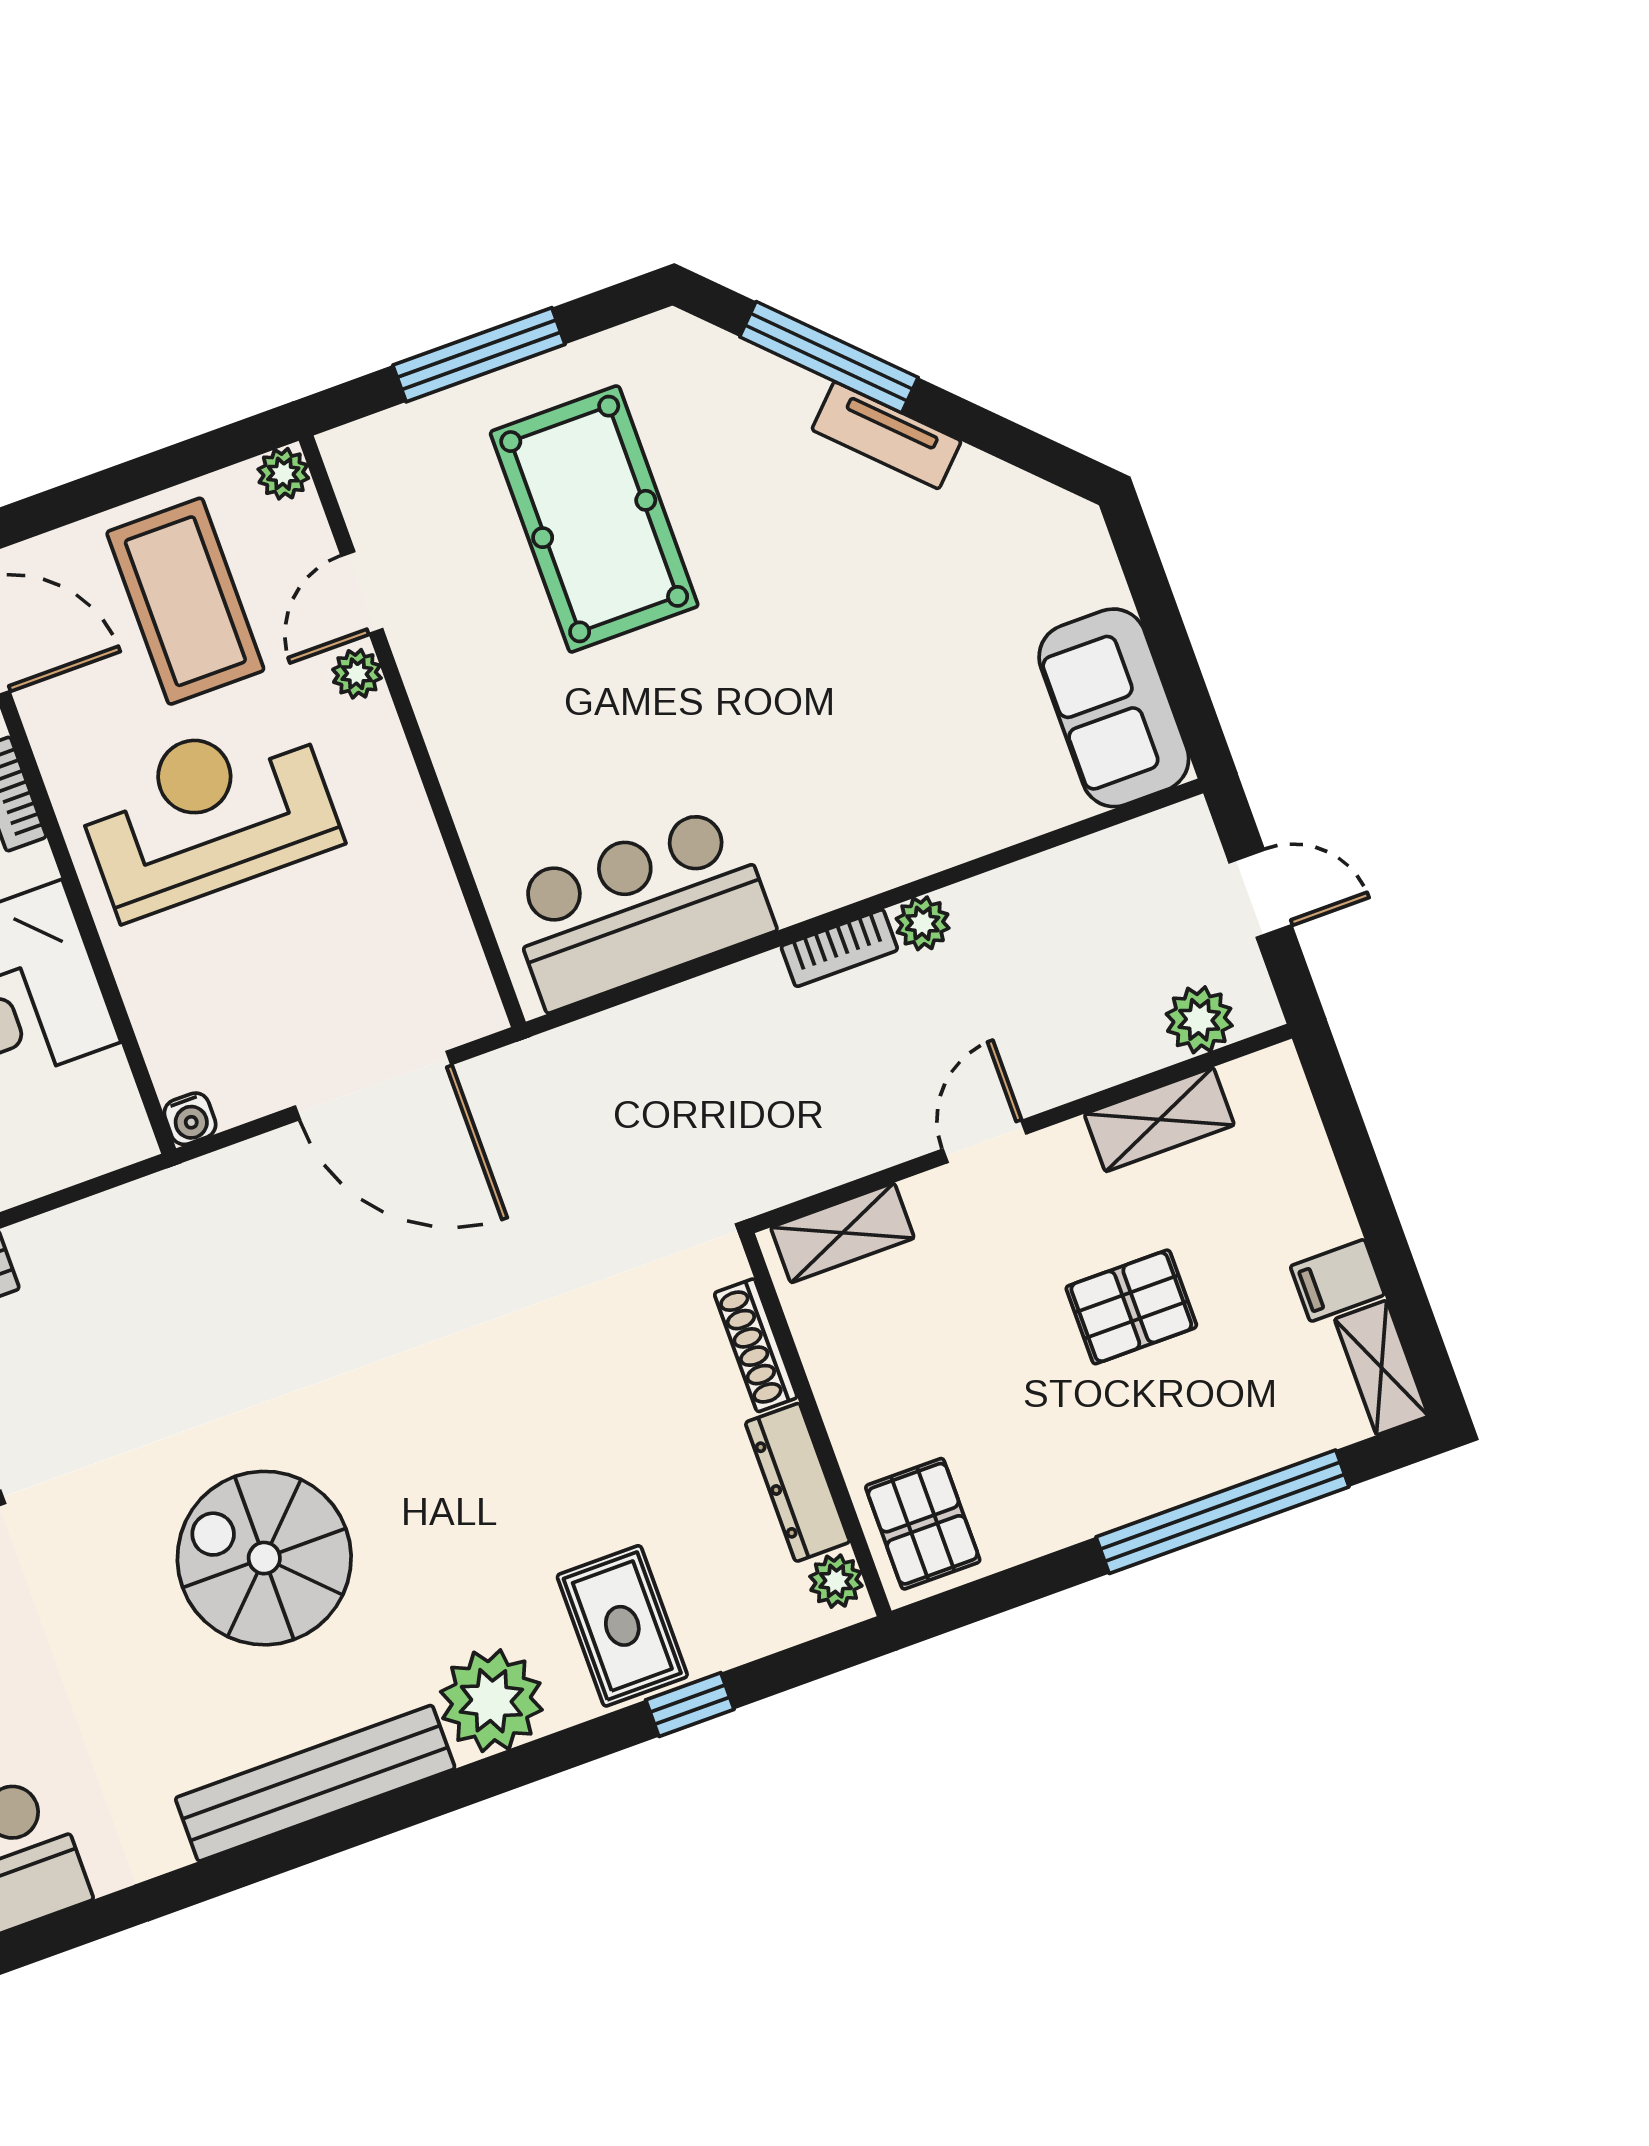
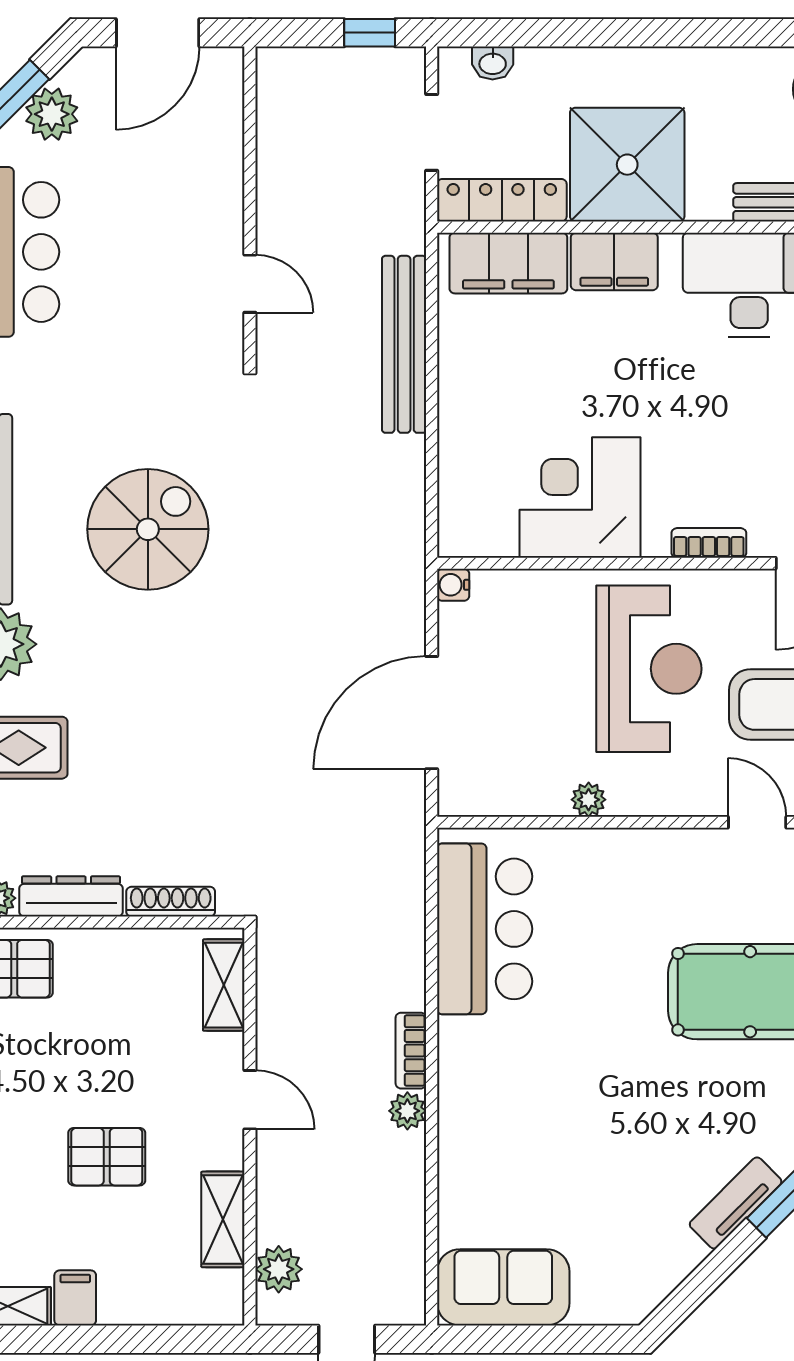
plant: (357, 674) -> (589, 800), moved
pallet: (1131, 1307) -> (107, 1157), turned 90

